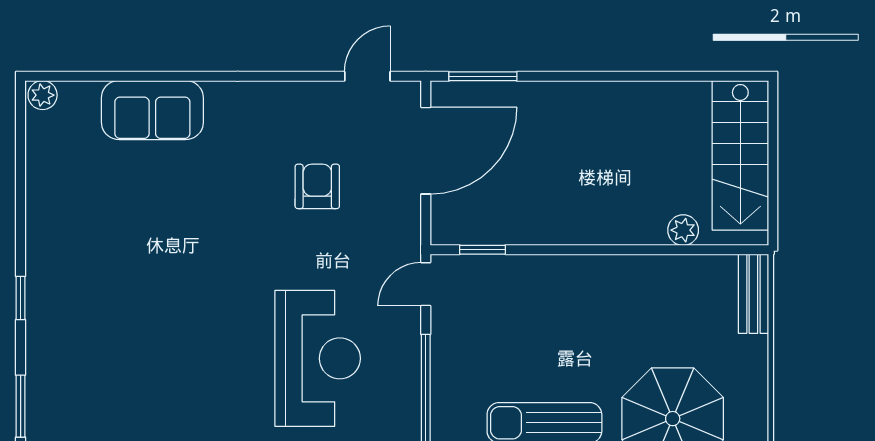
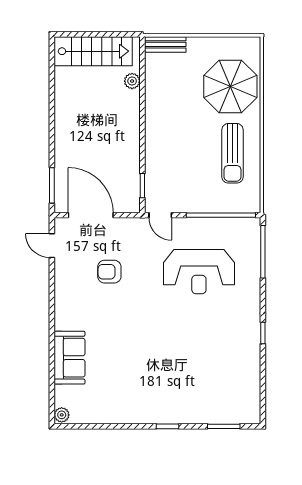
reception desk: (318, 358) -> (199, 272), turned 180

